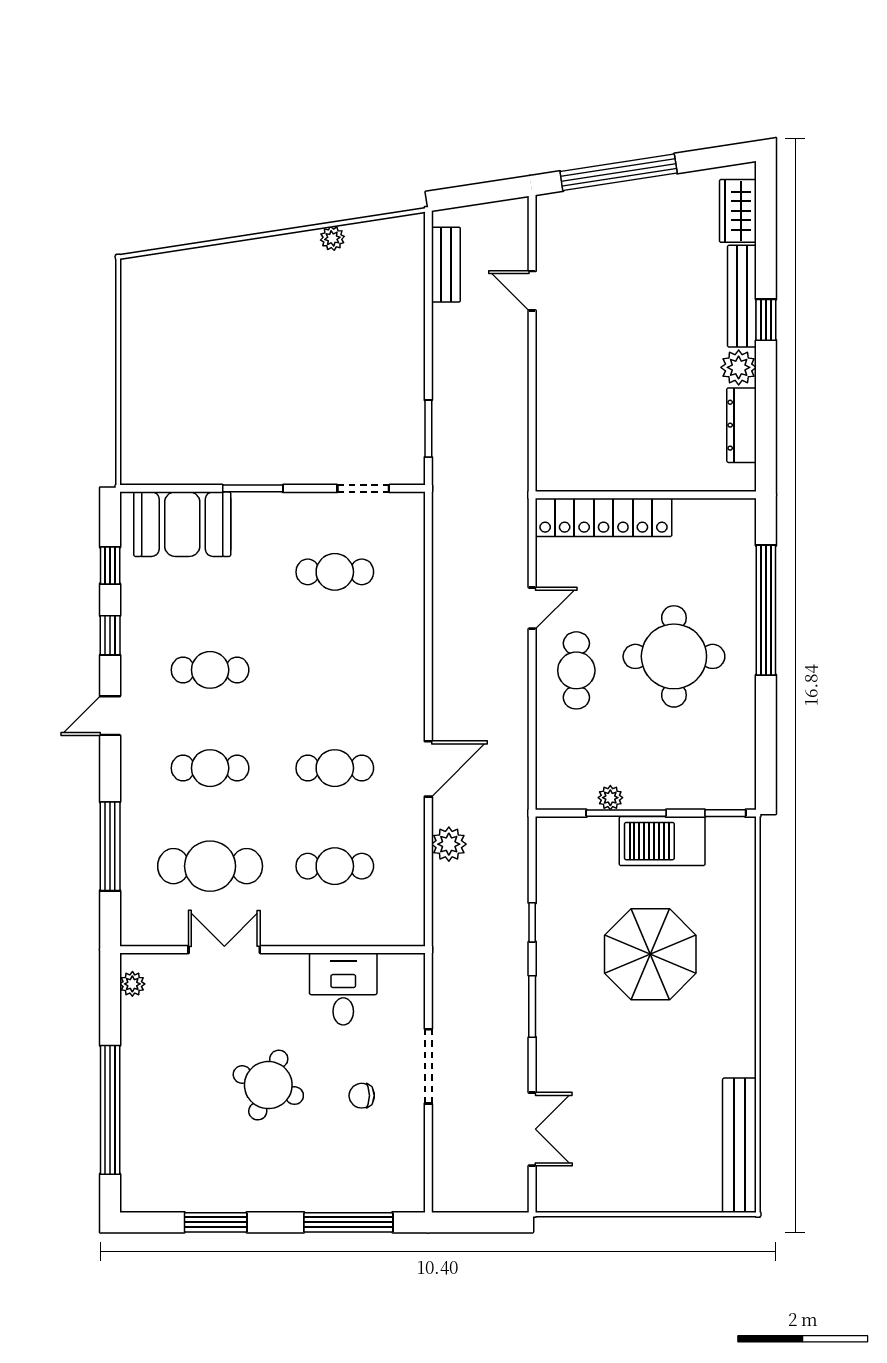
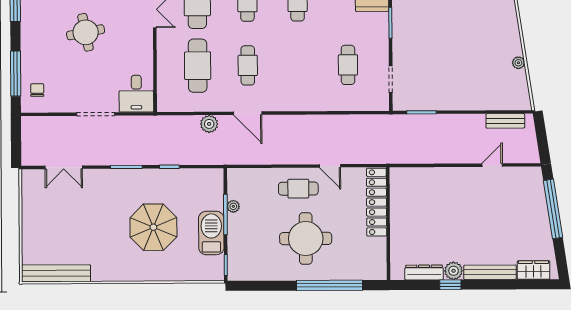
window: (766, 320) -> (450, 285), moved
cafe table: (335, 866) -> (198, 66), width x1.37, depth x1.35
desk: (343, 989) -> (136, 94), moved, turned 90
round table: (268, 1085) -> (86, 32), turned -33
chair: (362, 1096) -> (37, 90), moved

